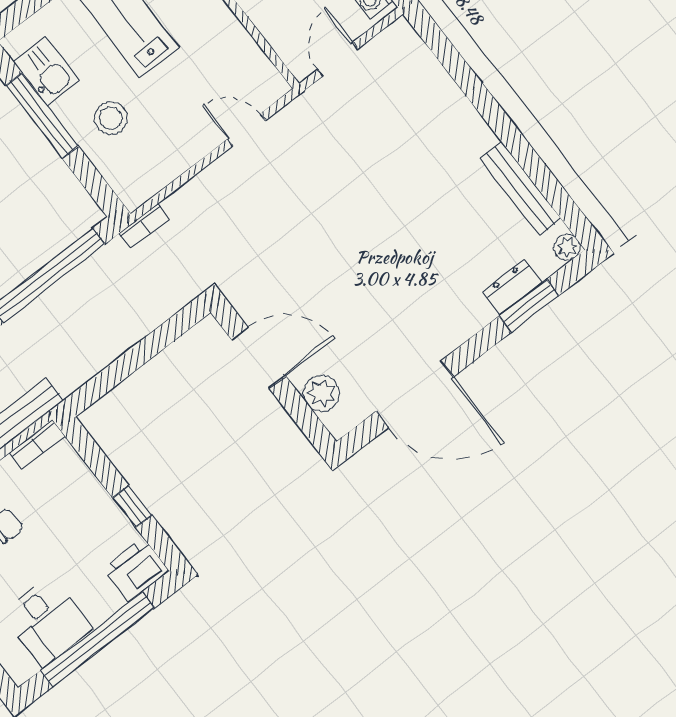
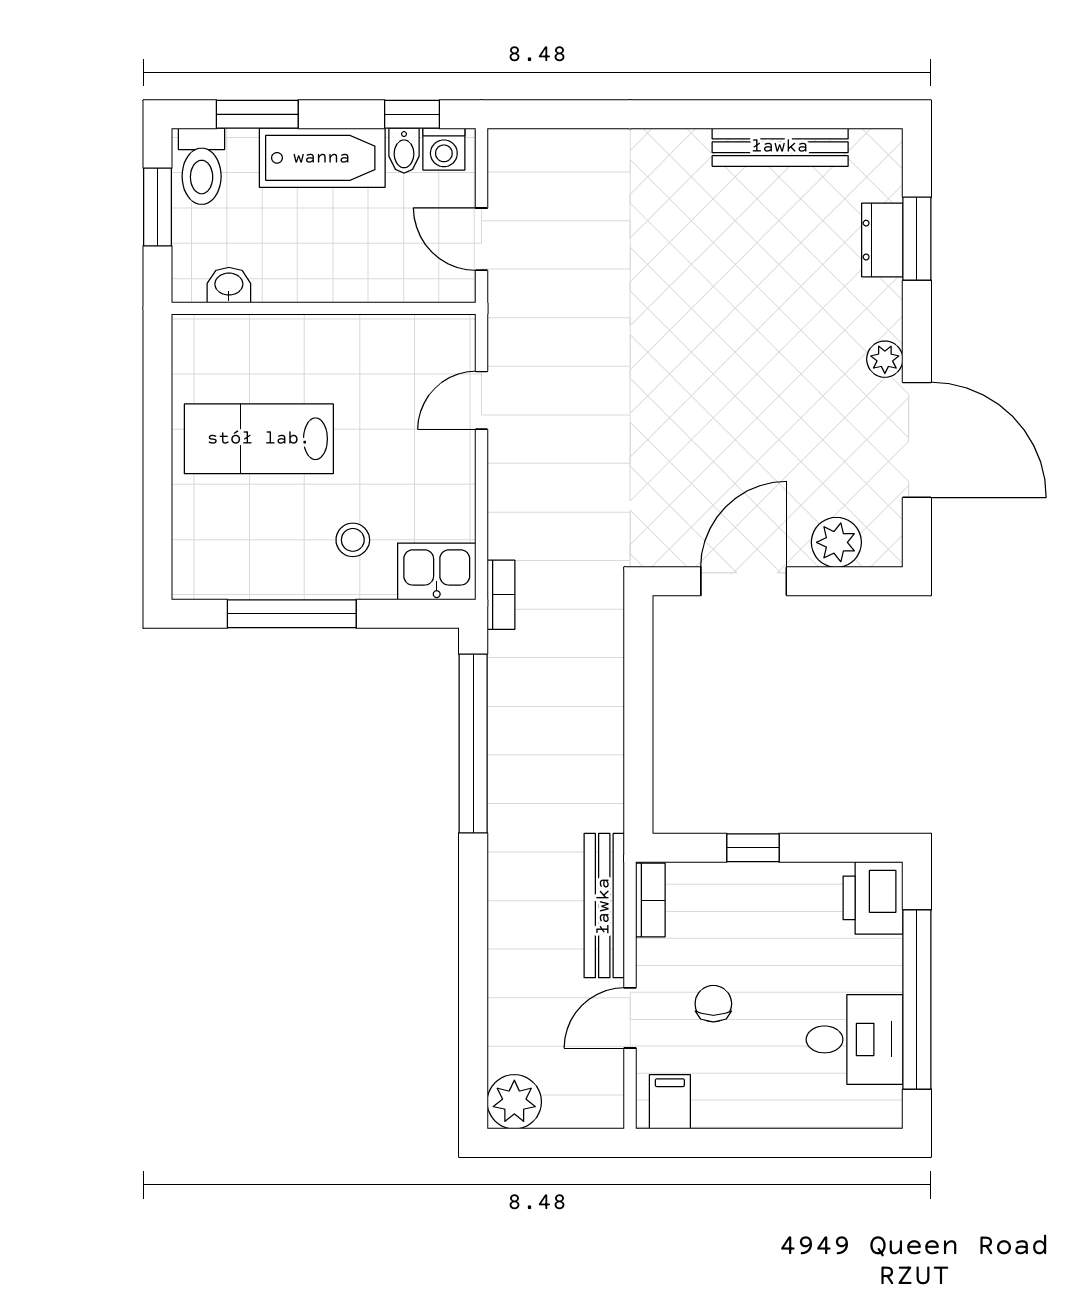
kitchen sink: (46, 71) -> (437, 571), moved
stool: (111, 118) -> (353, 540), width x0.73, depth x0.73
plant: (567, 247) -> (885, 359), moved
door: (415, 394) -> (917, 440), hinge flipped
window: (132, 507) -> (753, 848), moved

